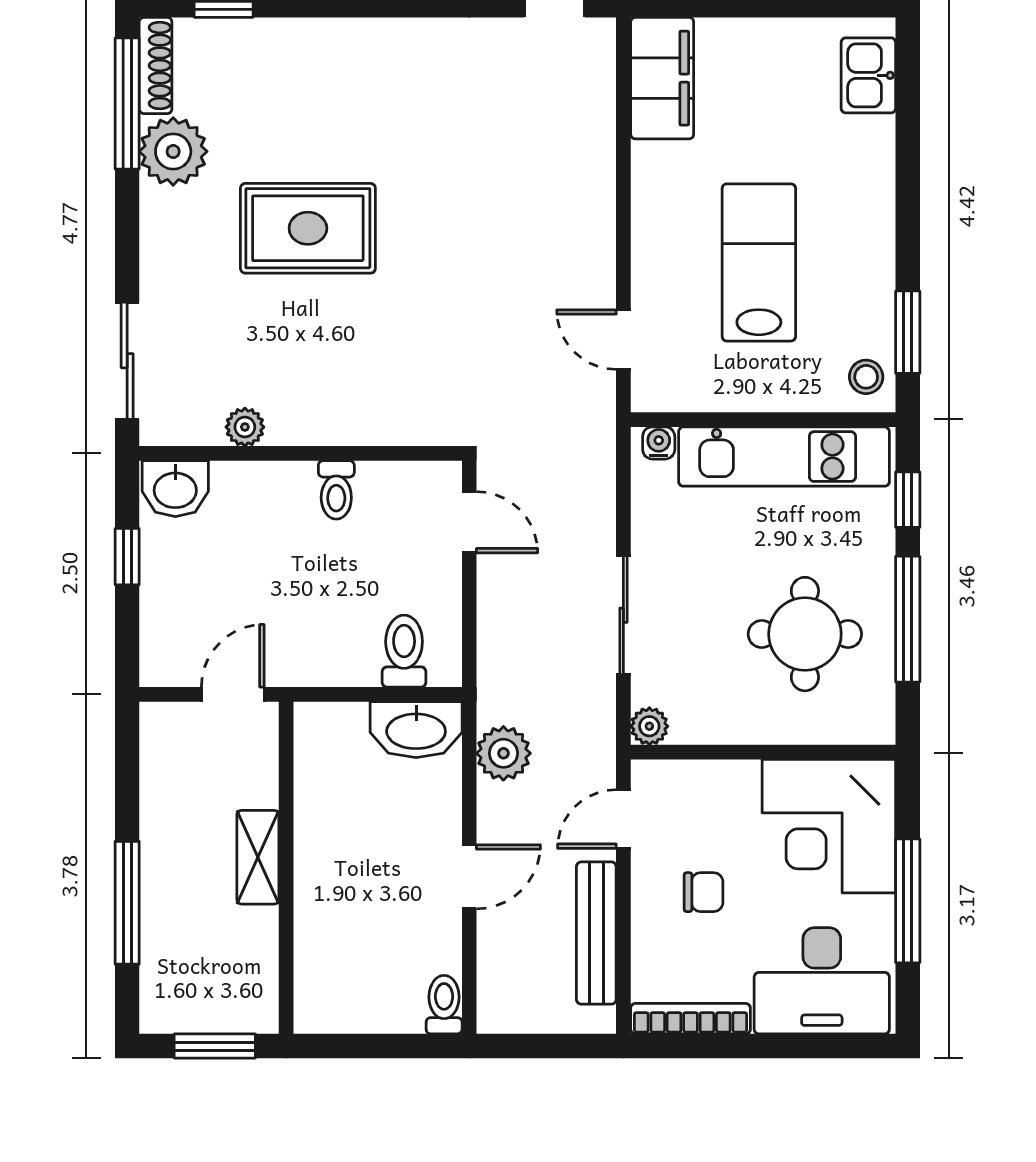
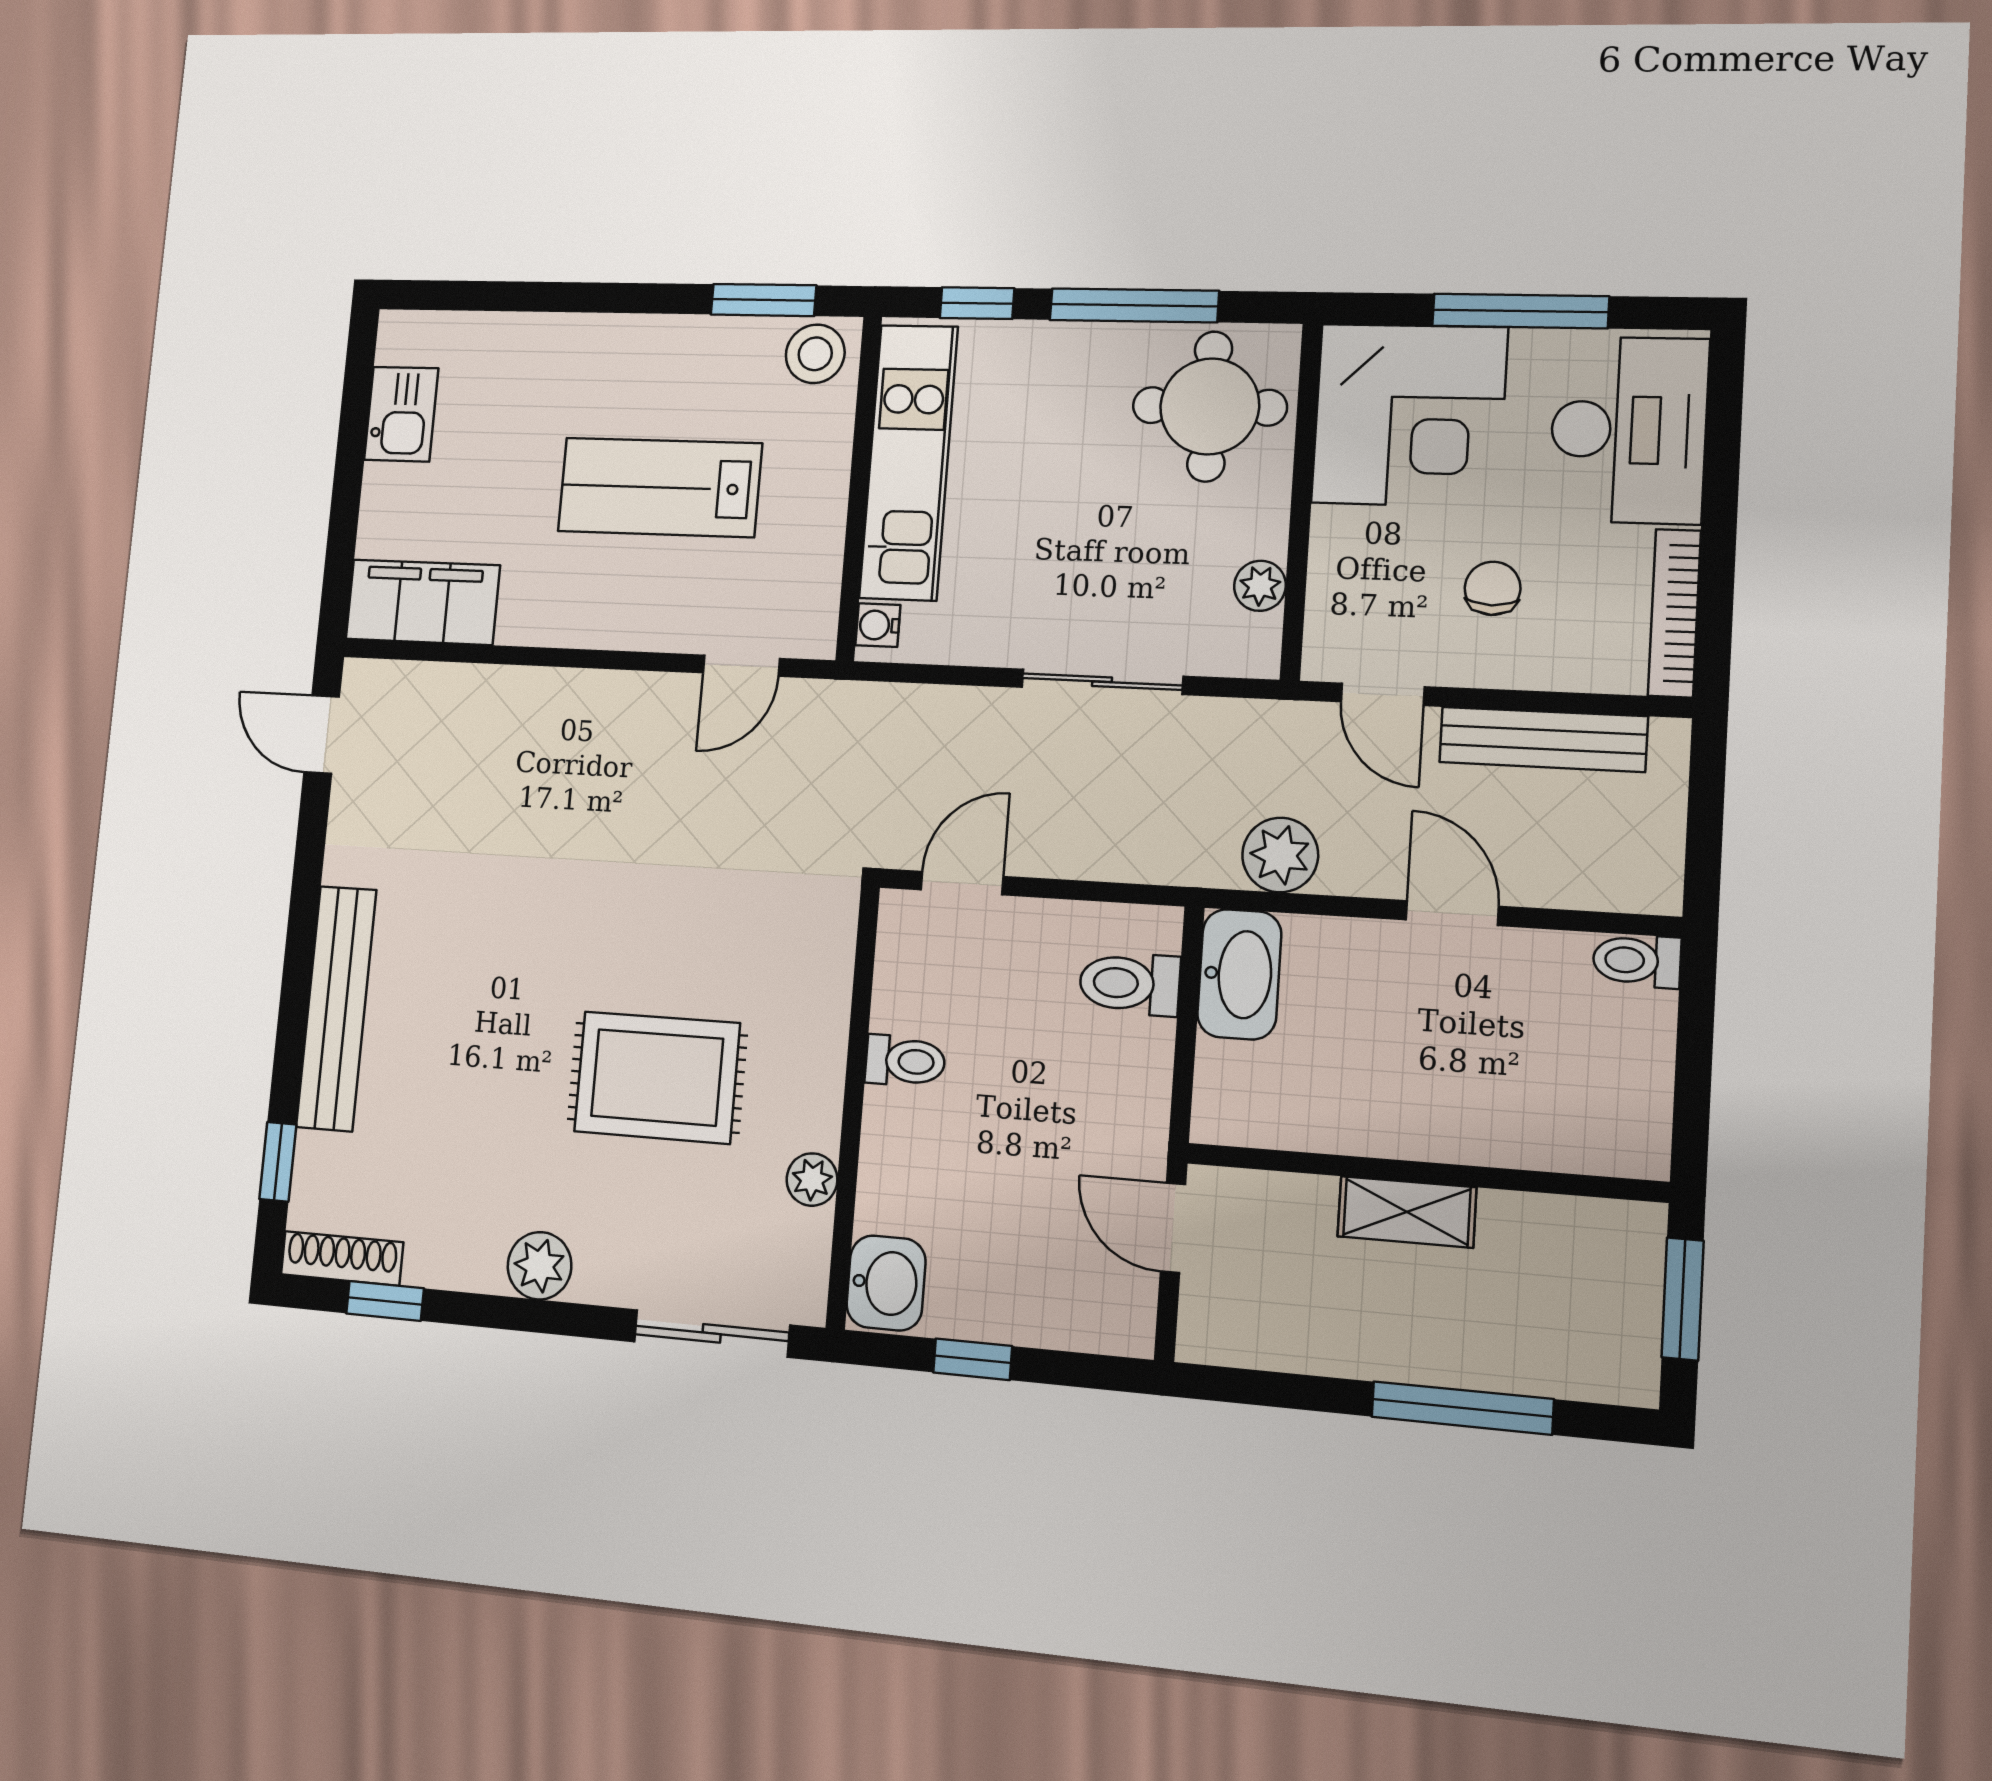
bench: (344, 40) -> (336, 1008), added
kitchen sink: (868, 75) -> (401, 414), moved, turned -90
window: (127, 103) -> (385, 1301), width x0.46
plant: (173, 151) -> (540, 1266), moved, width x0.73, depth x0.73
rug: (308, 228) -> (657, 1077), moved, turned 90
stool: (866, 377) -> (815, 354), width x1.37, depth x1.37
round table: (805, 634) -> (1210, 406), moved
plant: (649, 726) -> (1260, 586), moved

